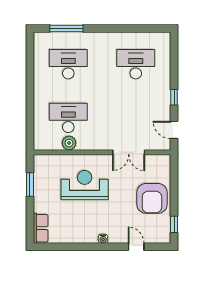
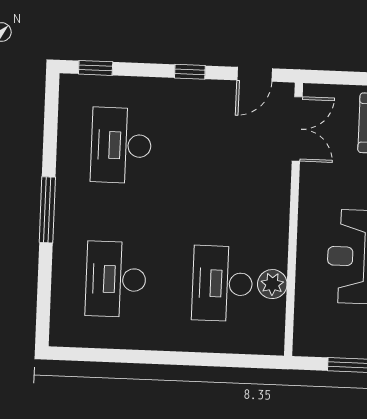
window: (66, 28) -> (47, 210), moved
window: (174, 50) -> (96, 68), added
double door: (129, 152) -> (297, 129), moved

